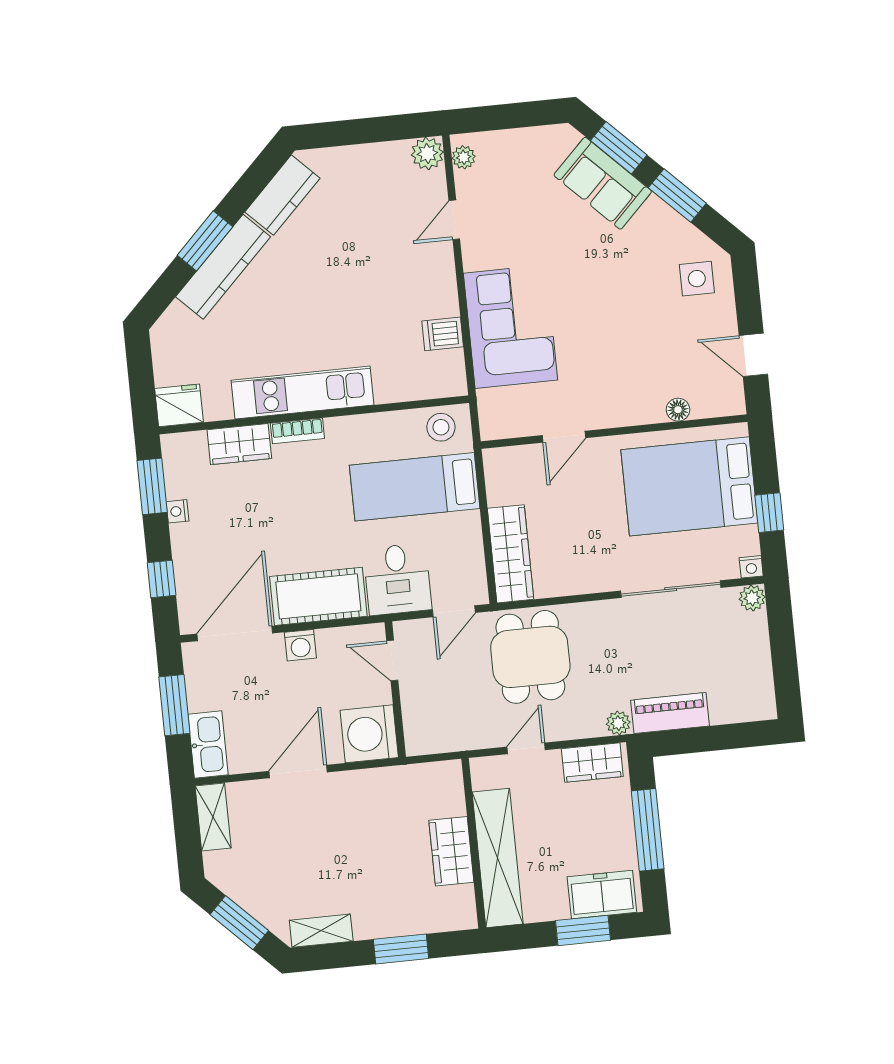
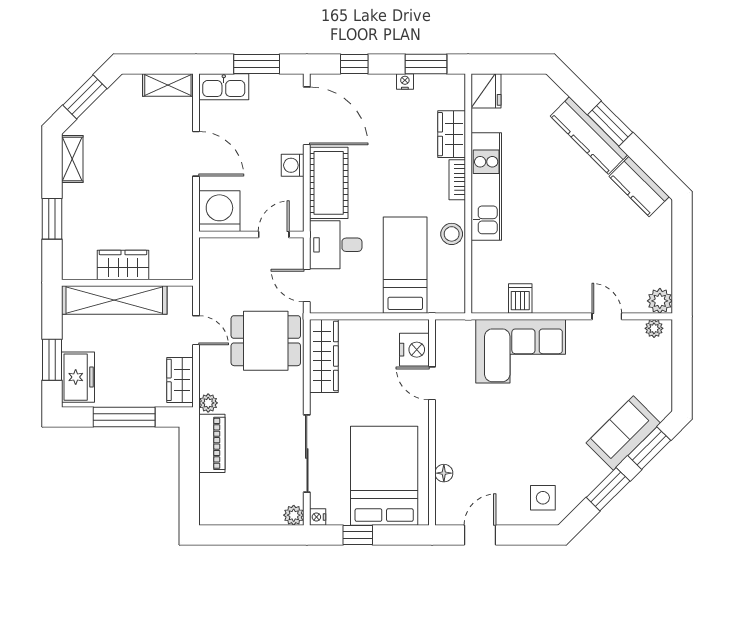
stool: (441, 427) -> (452, 234), moved
nightstand: (522, 464) -> (414, 350), added
wardrobe: (511, 554) -> (324, 356), moved, turned -90

